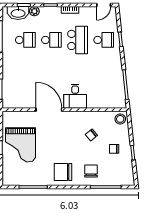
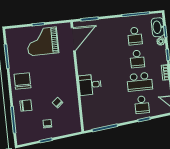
door: (49, 110) -> (73, 39), moved
stool: (120, 119) -> (74, 126), removed

